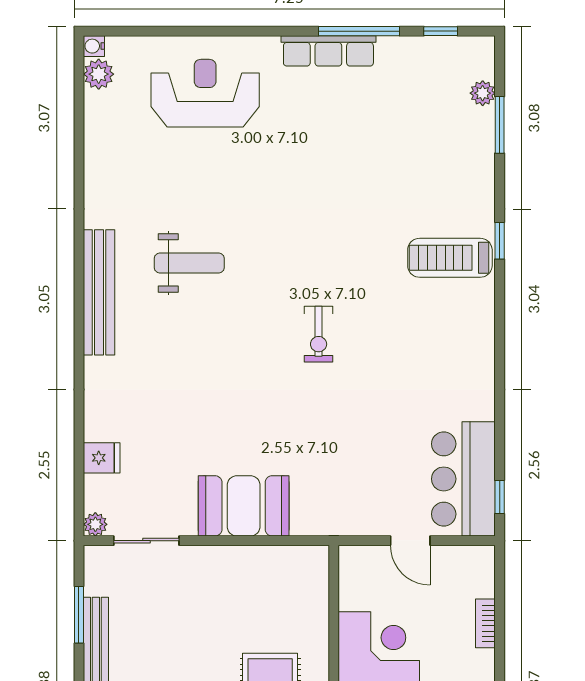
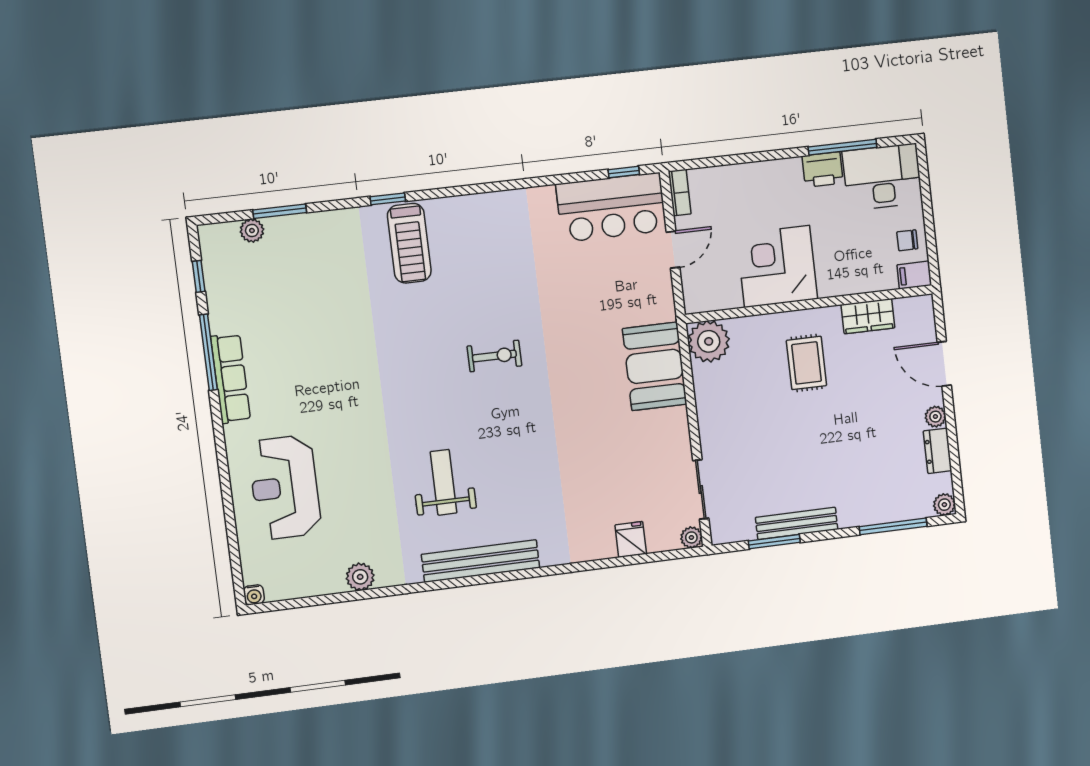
plant: (99, 74) -> (360, 577), moved
booth: (244, 506) -> (655, 366), moved
plant: (306, 568) -> (709, 341), added
bookcase: (485, 623) -> (680, 193), moved, turned -90

